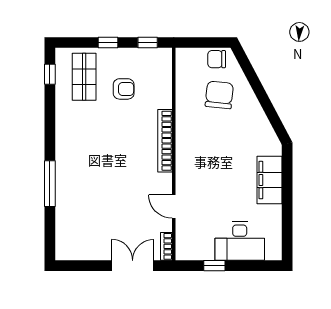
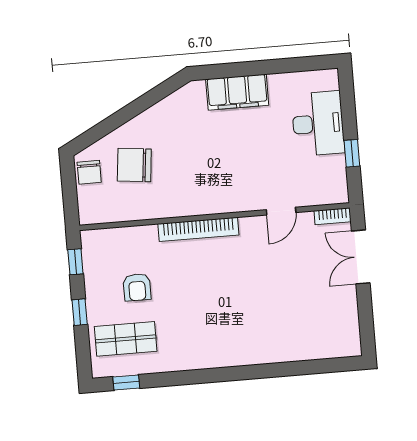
armchair: (124, 89) -> (137, 287), turned 180
window: (50, 184) -> (265, 371), removed

